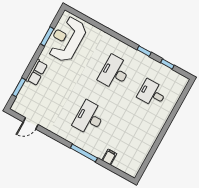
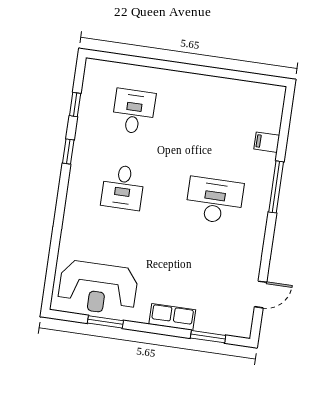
desk: (114, 72) -> (123, 187), width x0.73
desk: (152, 93) -> (134, 112), turned 180
desk: (89, 118) -> (214, 200), turned 180
door: (31, 123) -> (261, 294), hinge flipped

